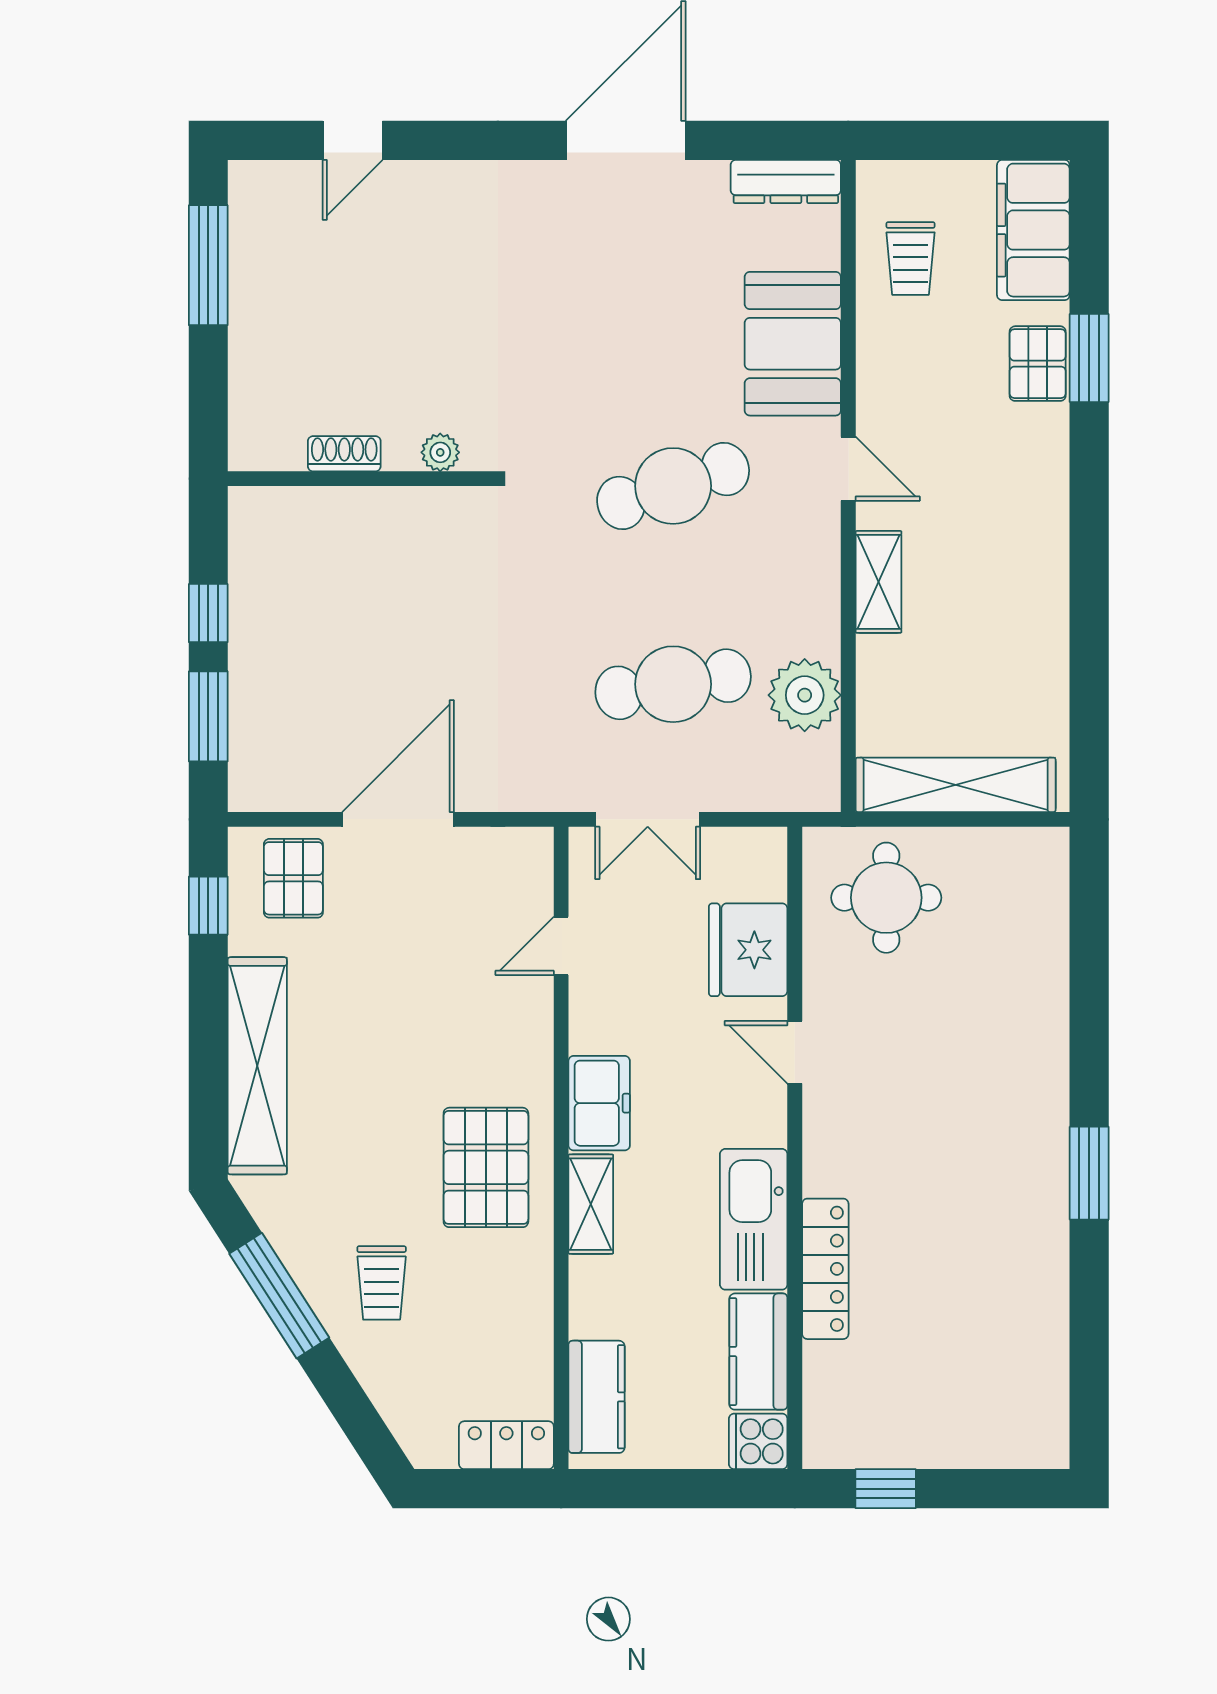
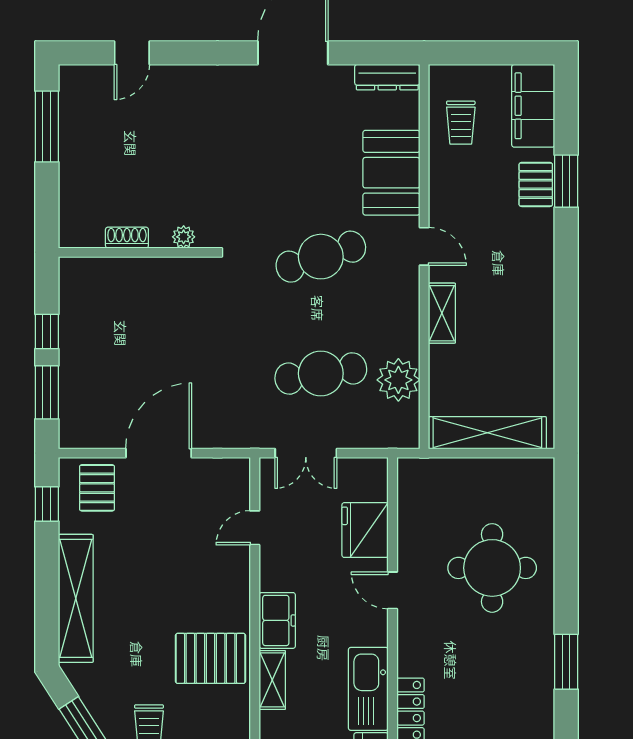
round table: (886, 898) -> (492, 568), moved, width x1.36, depth x1.36
pallet: (486, 1167) -> (210, 658), turned 90

